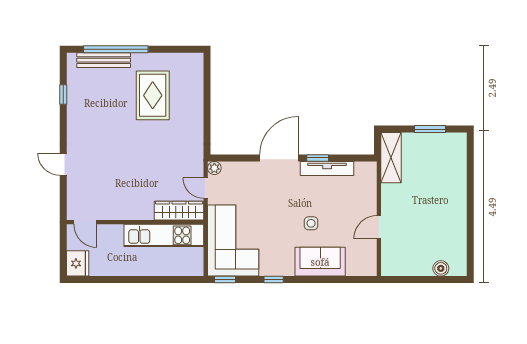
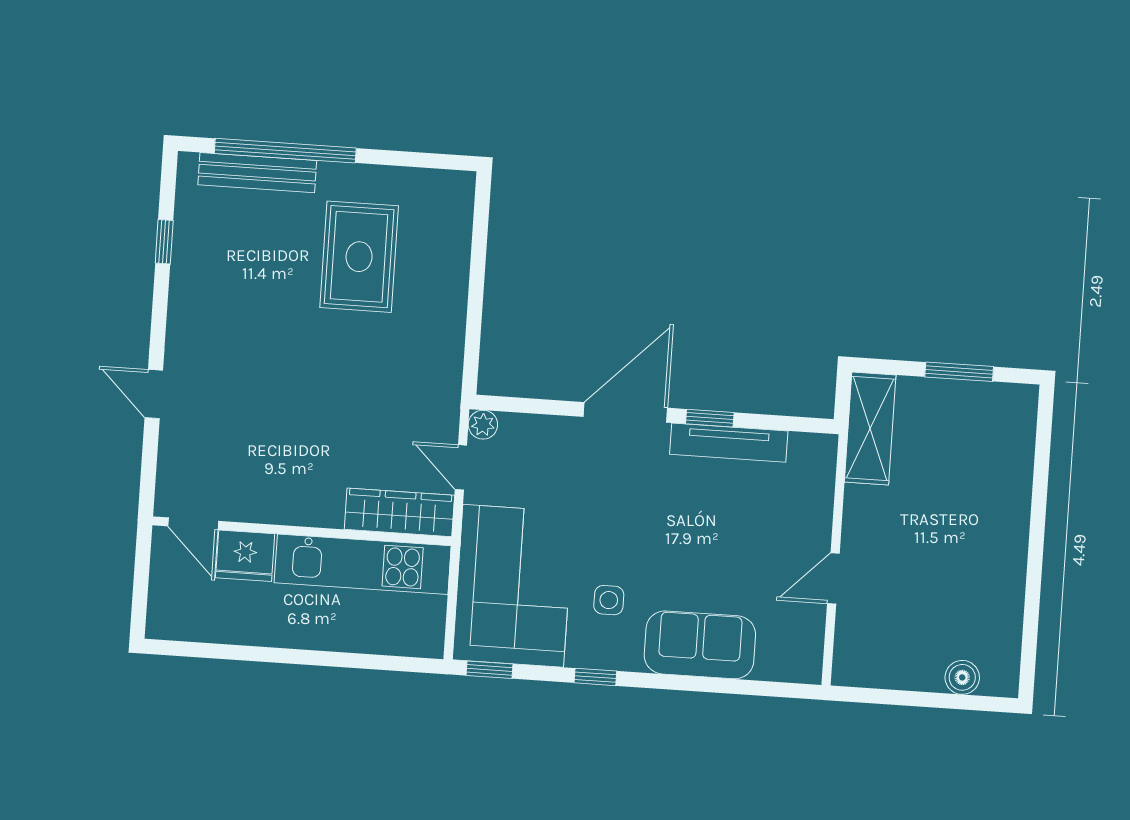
side table: (311, 223) -> (609, 600), moved
fridge: (78, 263) -> (245, 556), moved, turned 90

